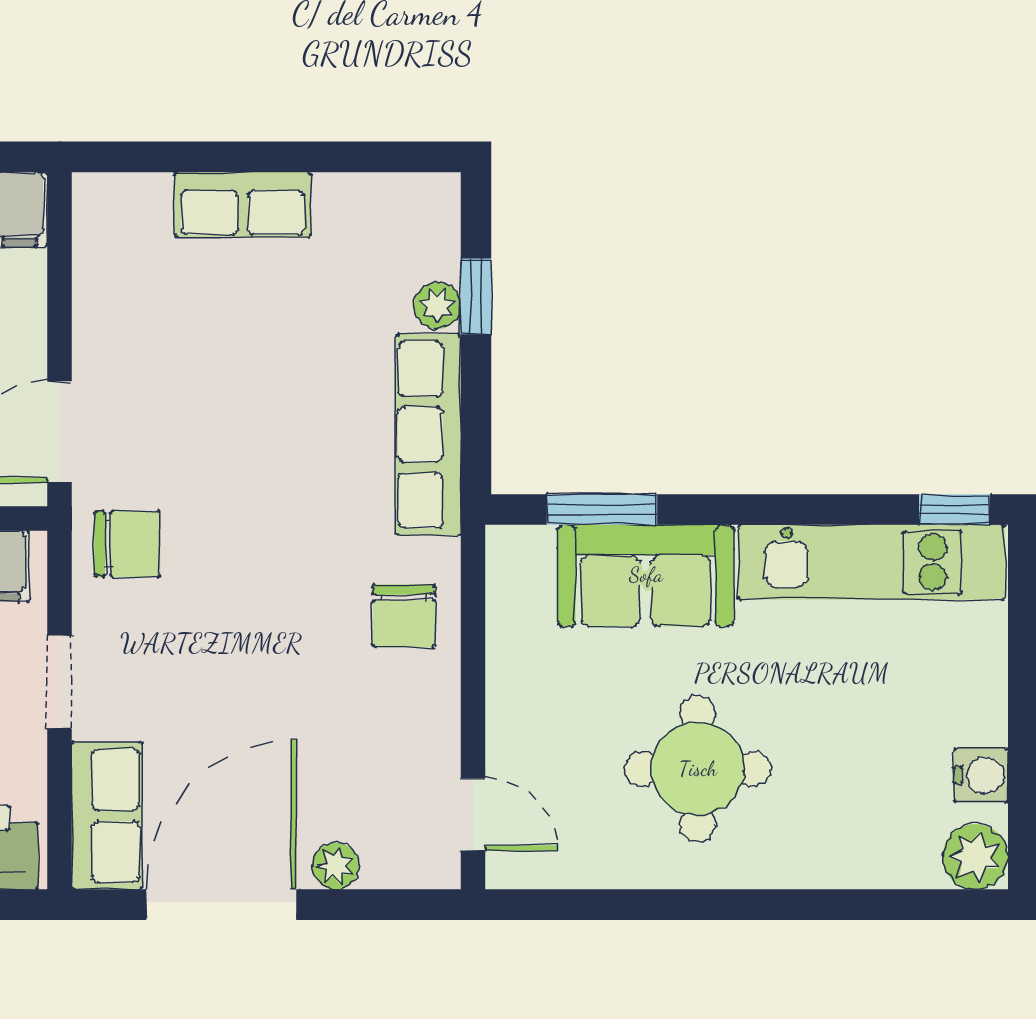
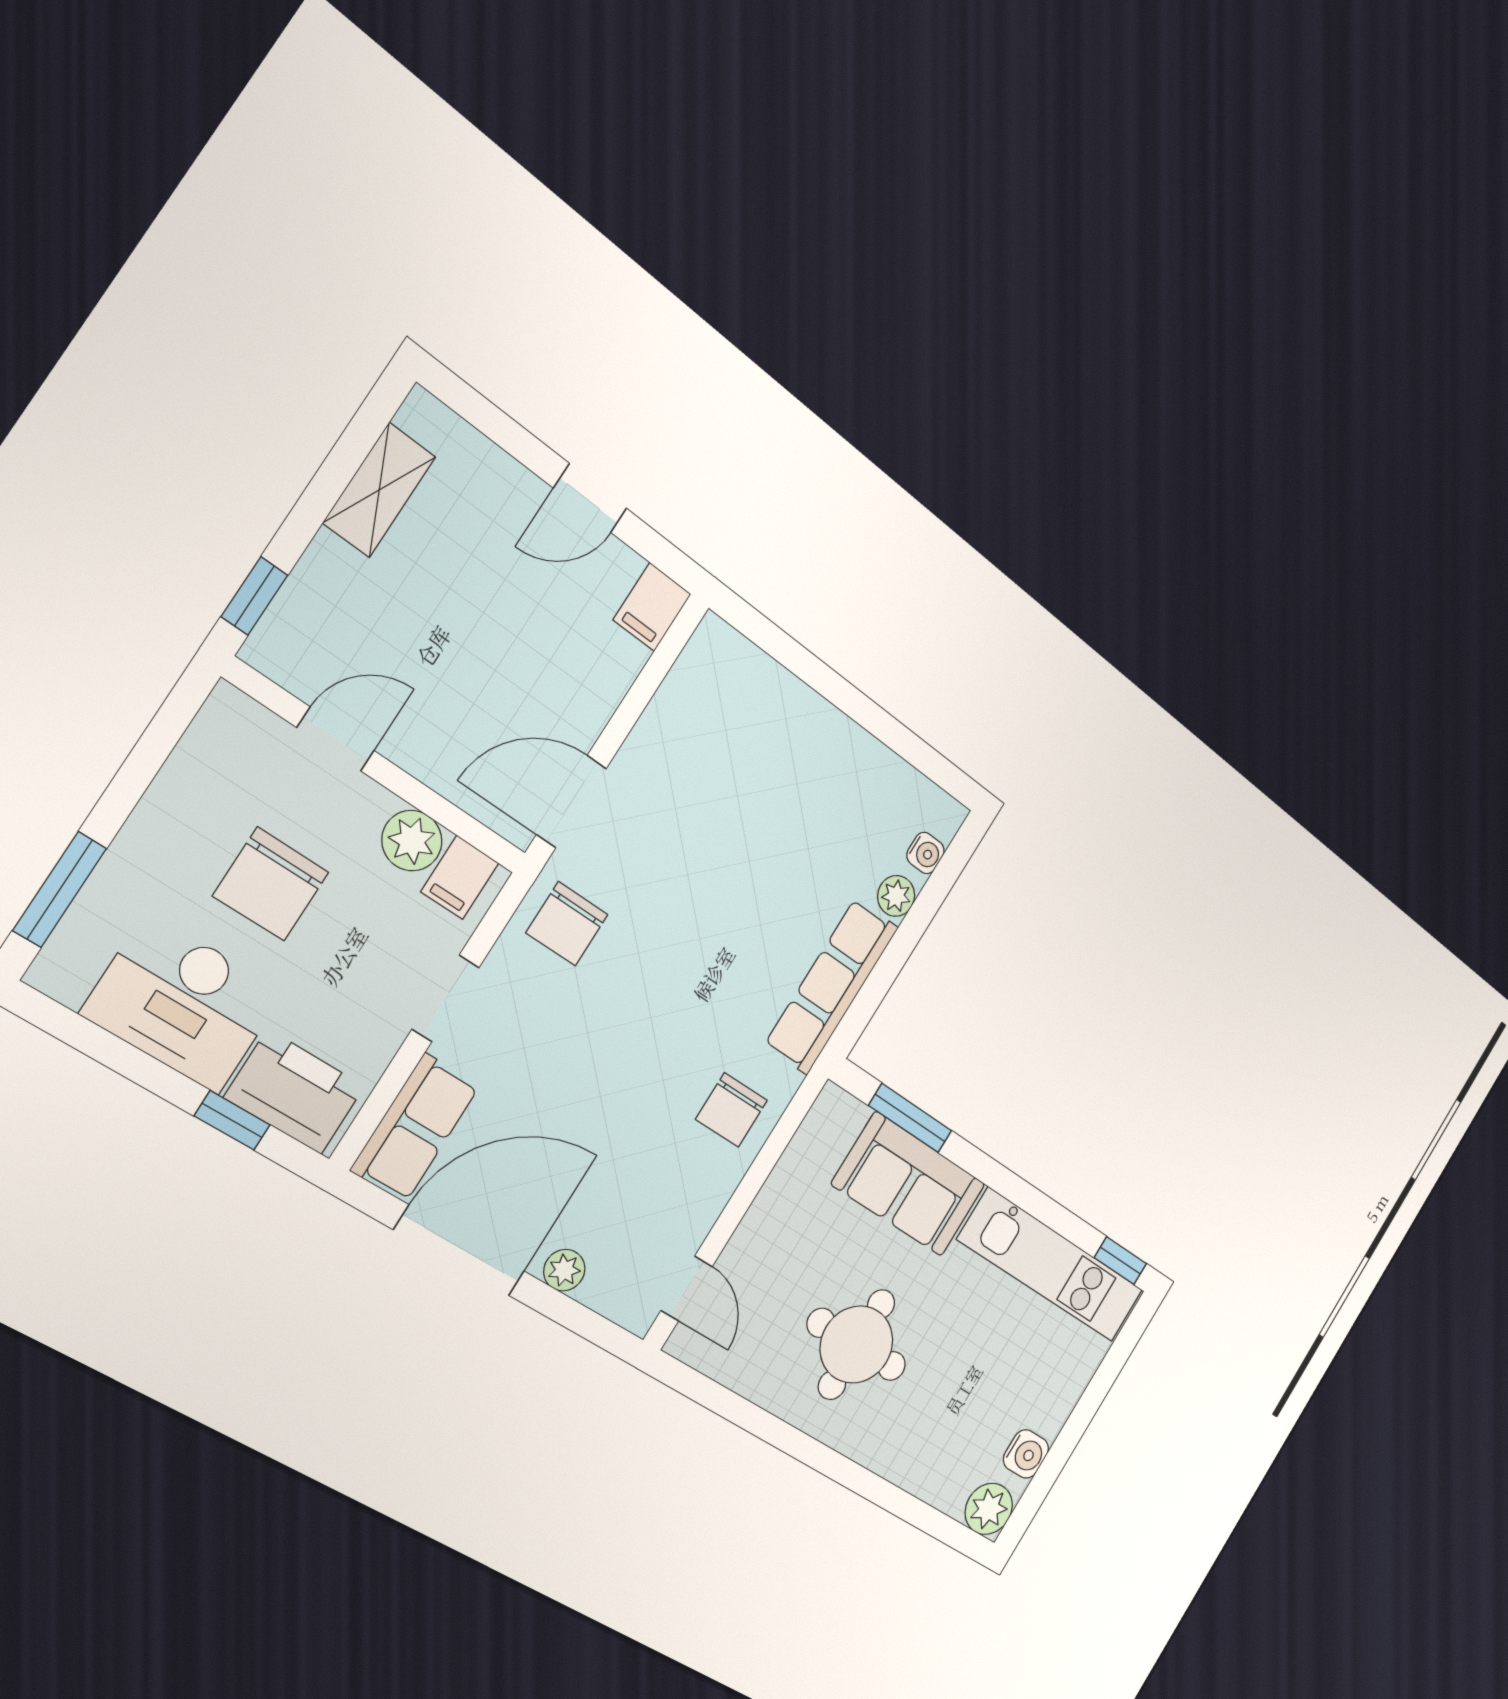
row of seats: (243, 205) -> (813, 725), removed
water cooler: (440, 245) -> (925, 853), added
window: (476, 296) -> (925, 908), removed
chair: (127, 544) -> (567, 924), turned 90

